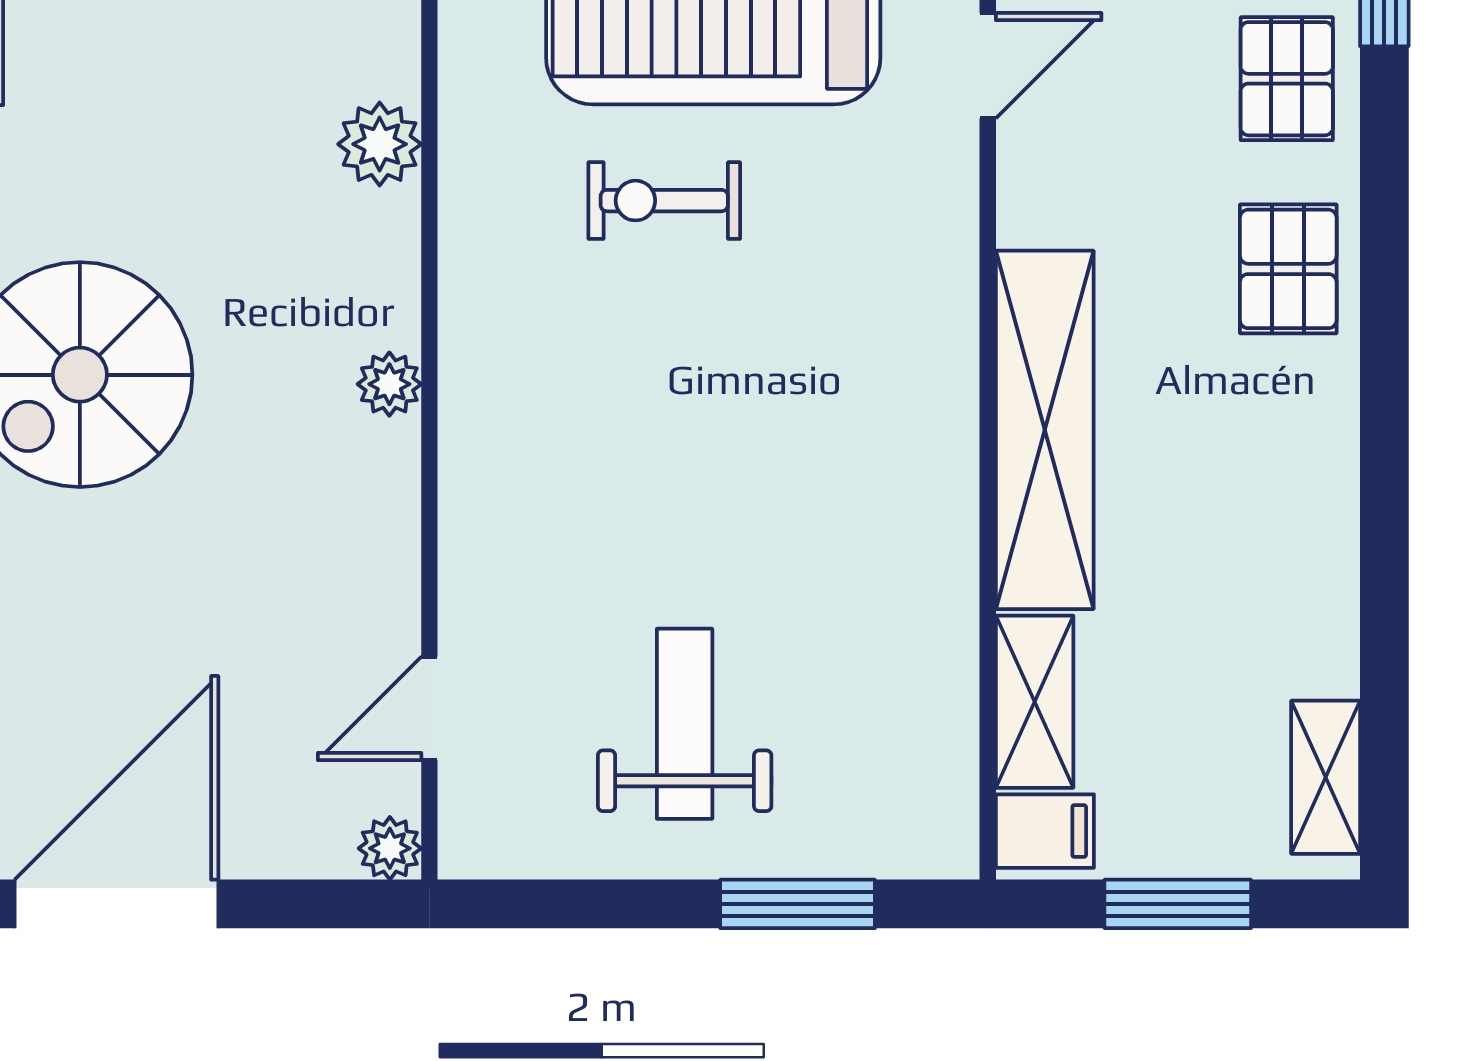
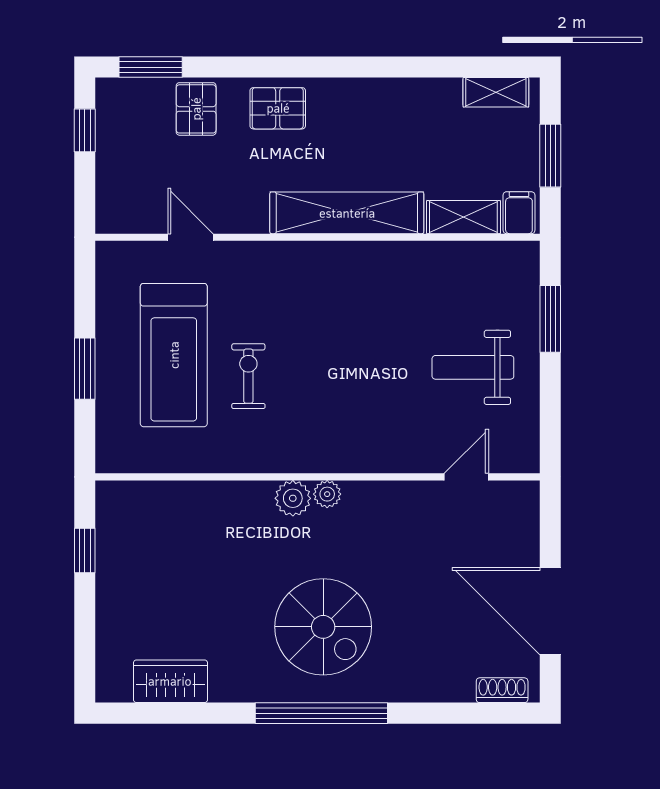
pallet: (1287, 79) -> (196, 109), turned 90
plant: (380, 144) -> (293, 498), moved
exercise bike: (664, 201) -> (248, 376), turned 180
door: (429, 708) -> (466, 477), swing flipped
plant: (390, 848) -> (526, 494), removed

